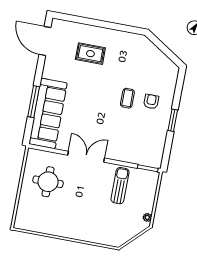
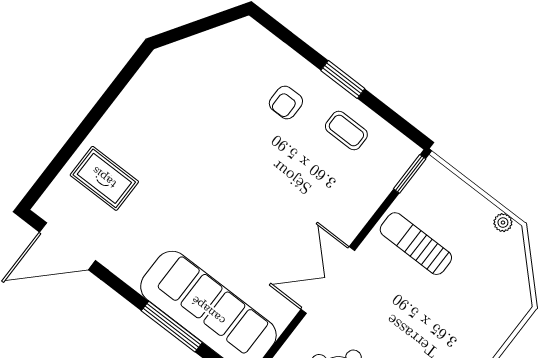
rug: (90, 54) -> (104, 178), moved, turned 90
coffee table: (127, 98) -> (346, 130), moved
armchair: (151, 102) -> (286, 102), turned -90

